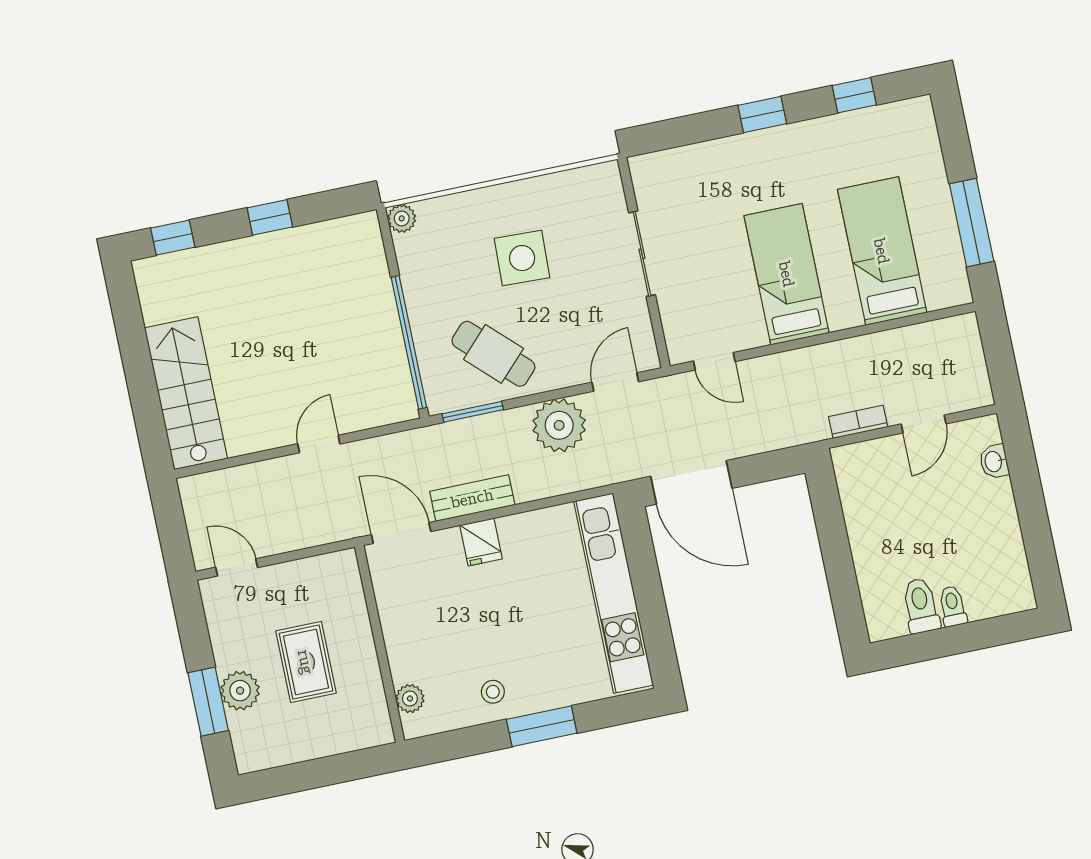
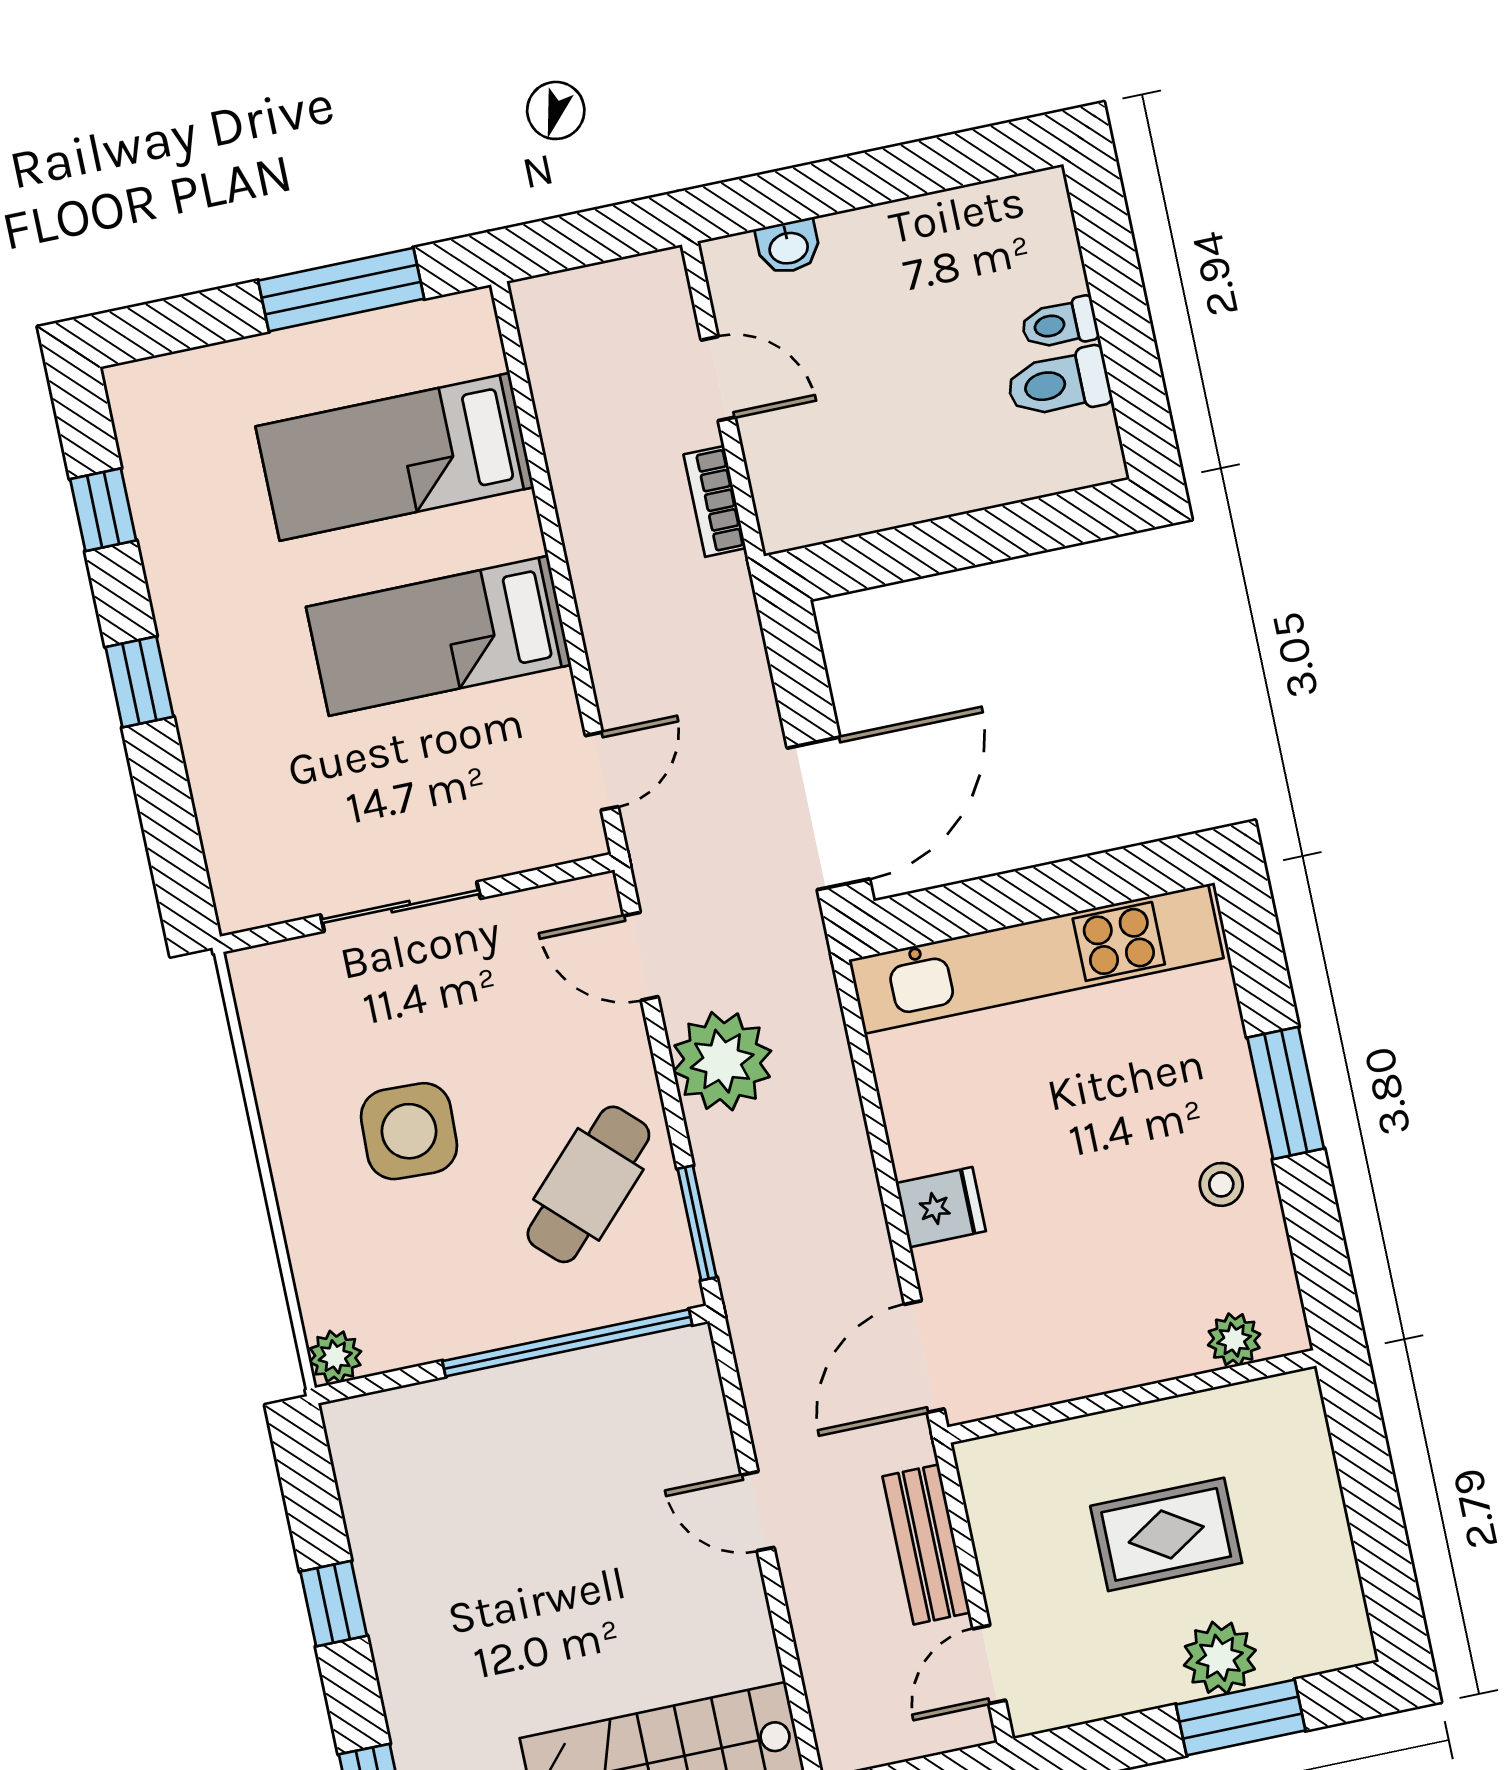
bench: (472, 498) -> (926, 1544), moved

